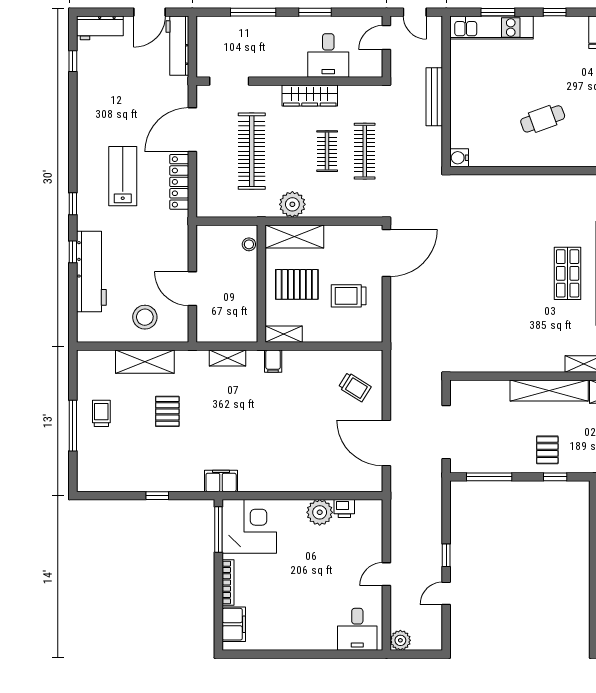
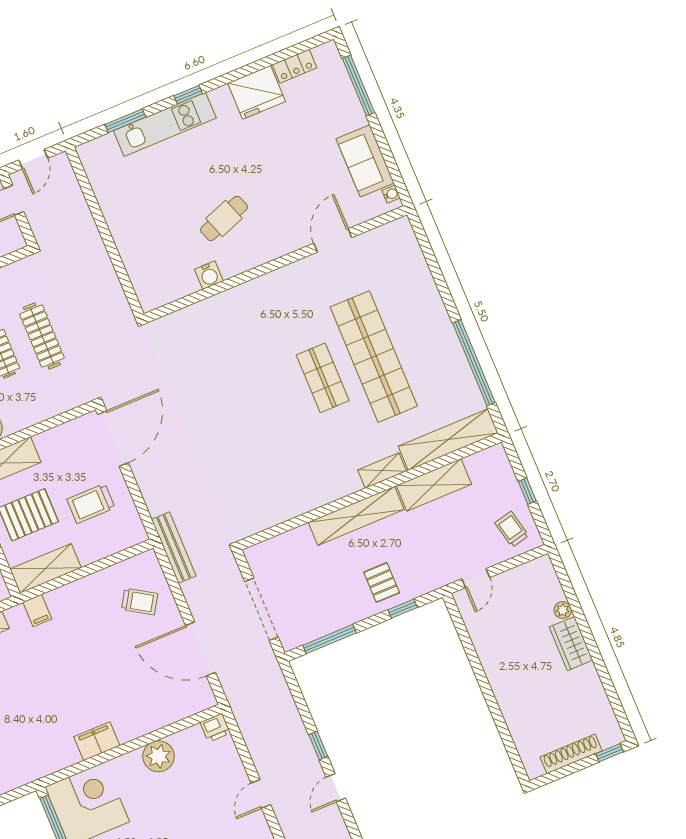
door: (415, 12) -> (33, 159), hinge flipped
kitchen unit: (492, 27) -> (165, 124), moved
bench: (434, 97) -> (174, 548), moved
water cooler: (459, 158) -> (209, 275), moved, turned -90
shelving: (284, 334) -> (46, 568), width x1.50, depth x1.33
filing cabinet: (221, 481) -> (97, 741), moved
printer: (344, 508) -> (215, 728), moved

